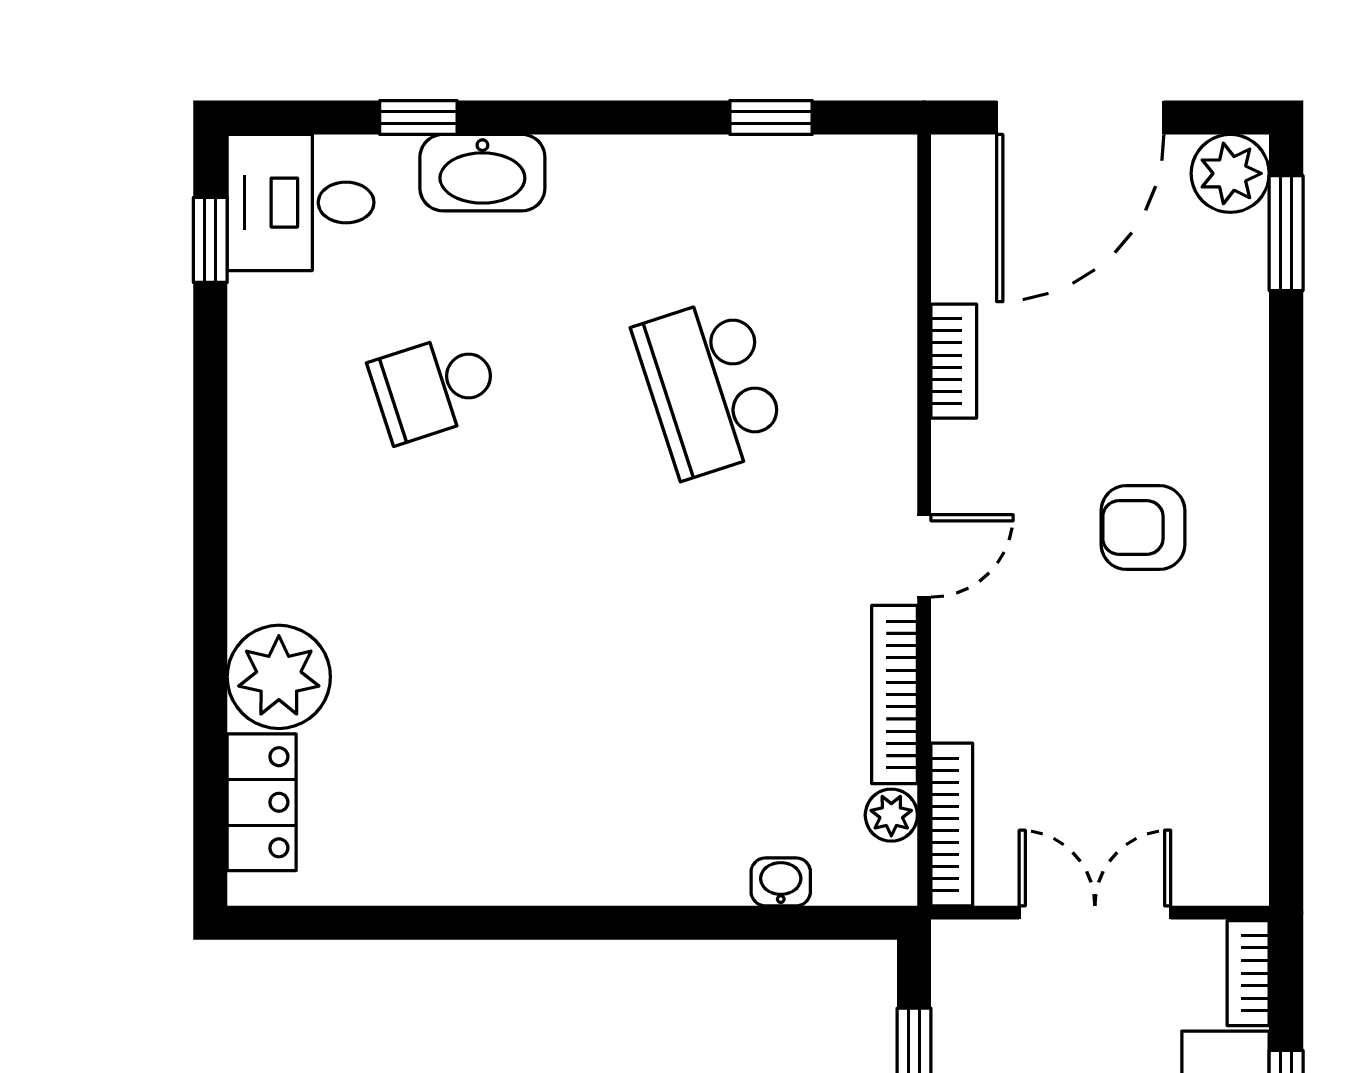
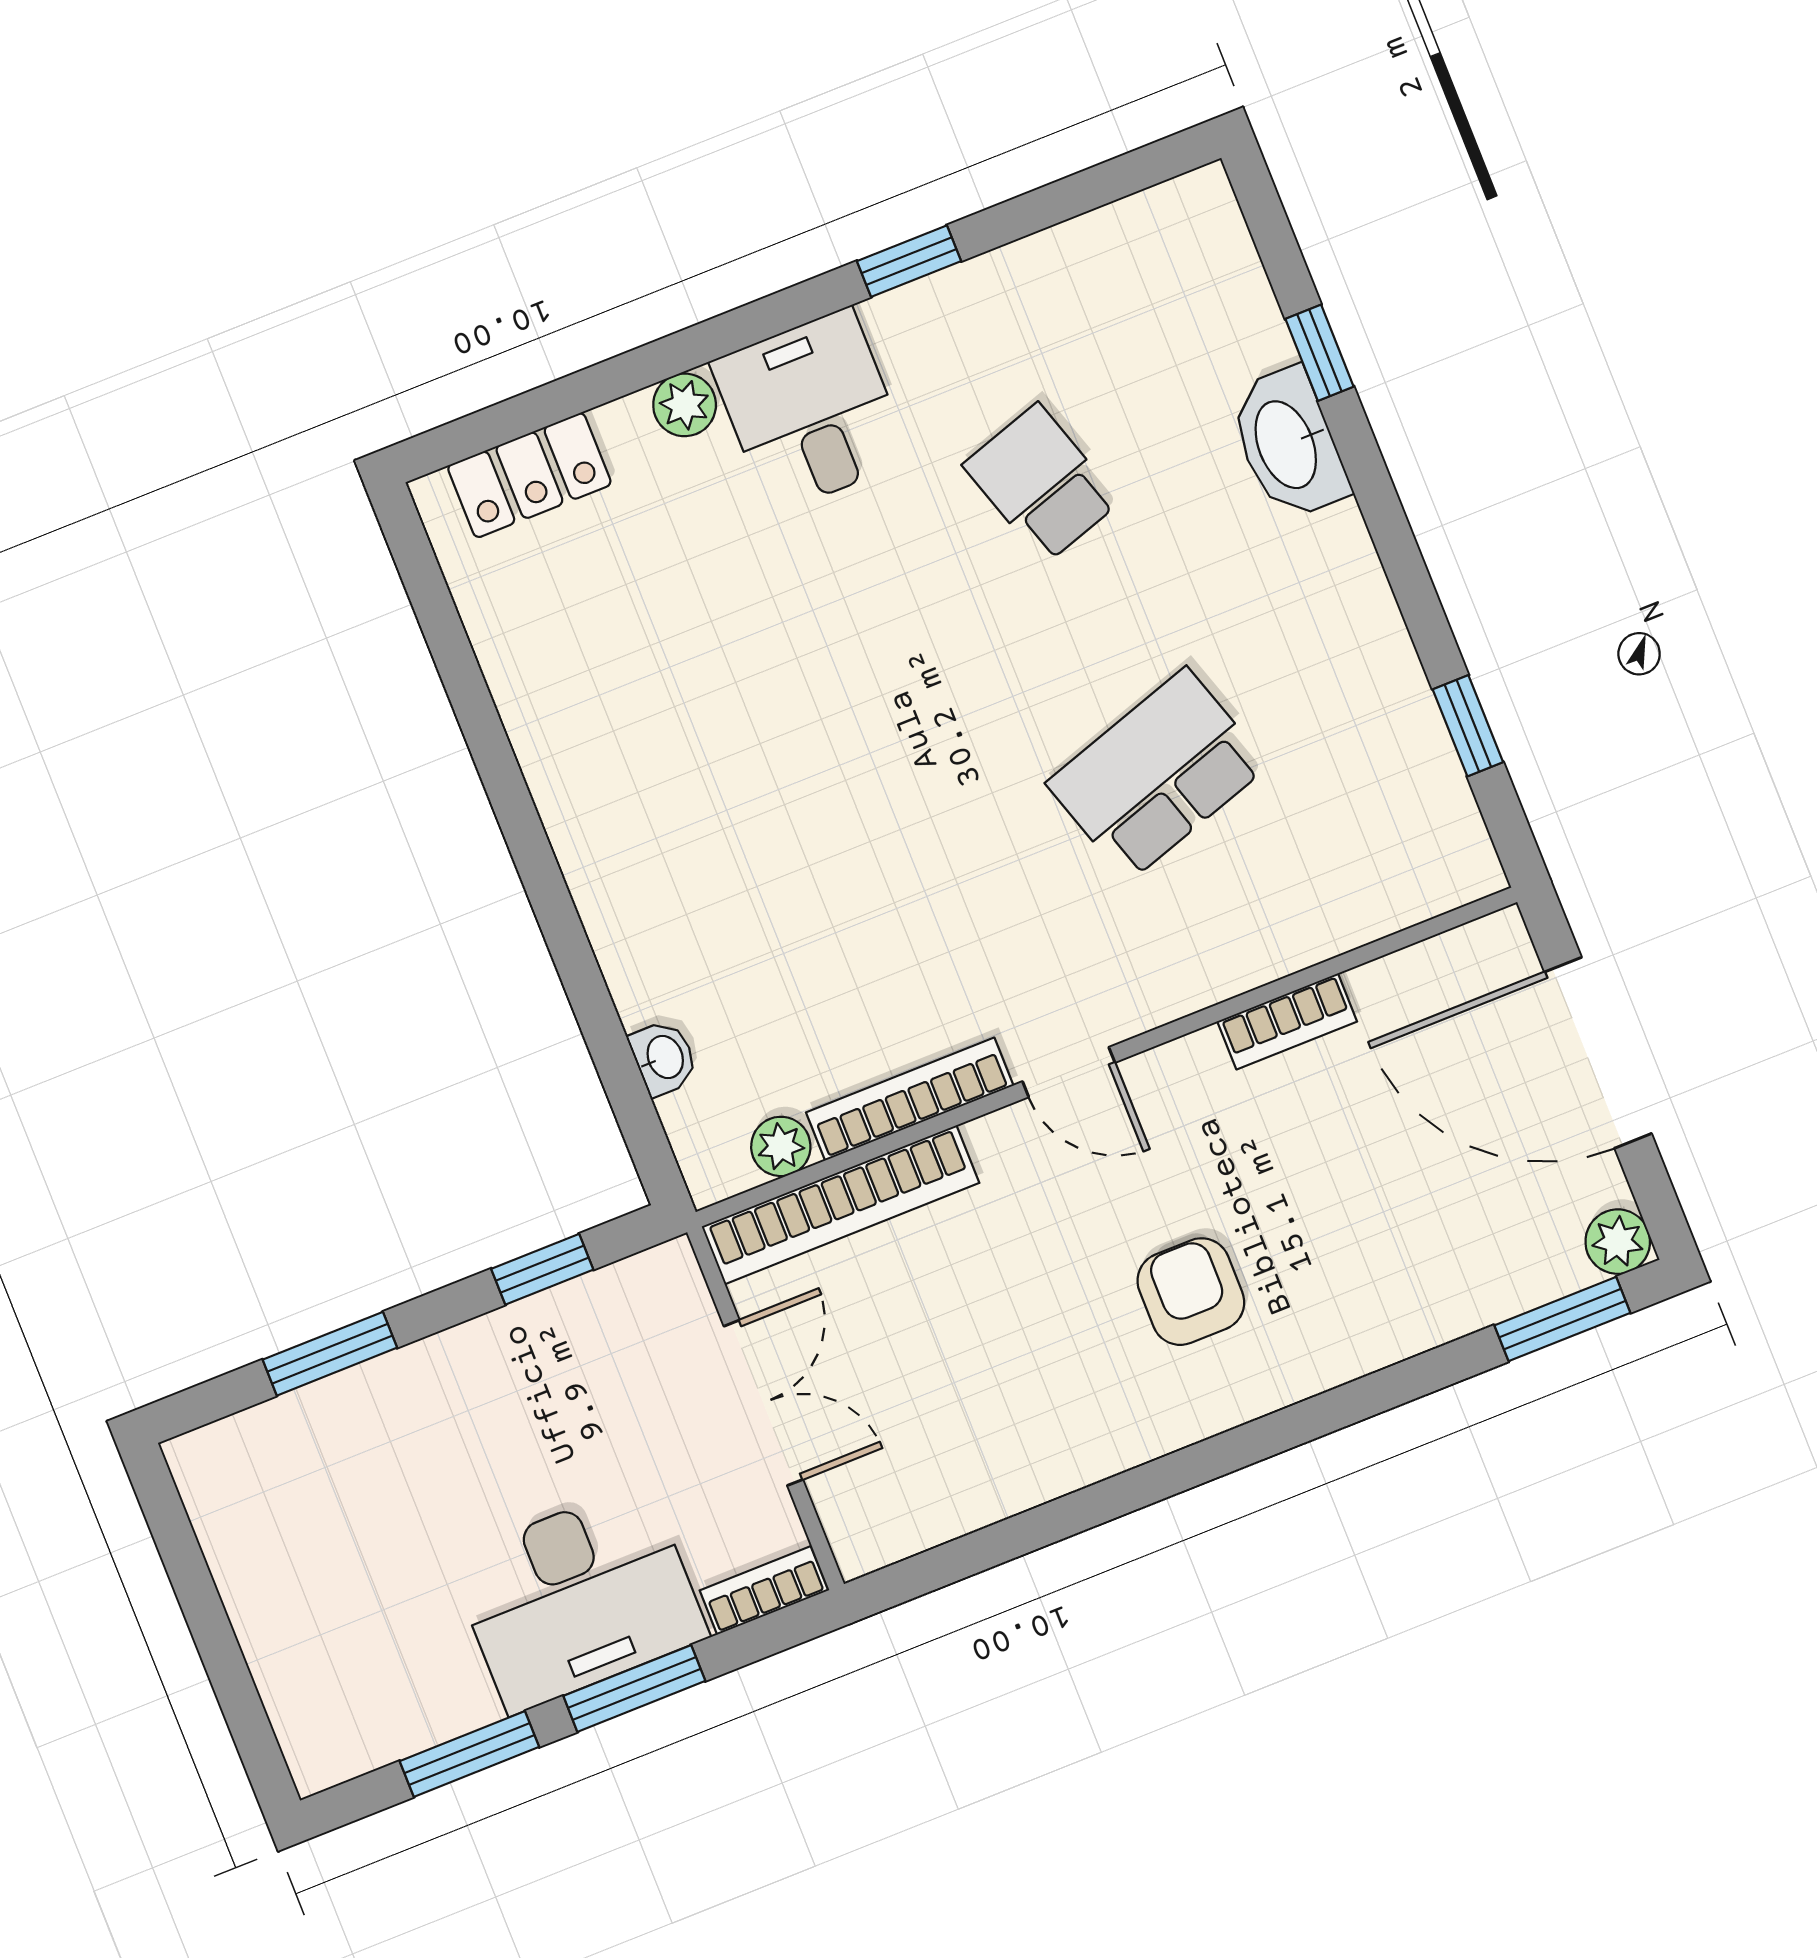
plant: (1230, 173) -> (1618, 1242), width x0.73, depth x0.73
desk: (301, 203) -> (811, 411), moved
window: (210, 240) -> (909, 261), moved
plant: (279, 677) -> (685, 405), width x0.53, depth x0.53
bookcase: (952, 824) -> (840, 1205), width x1.48, depth x1.31

